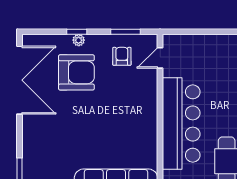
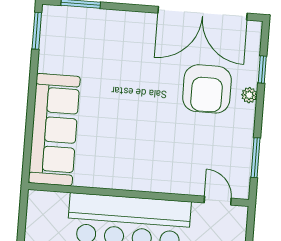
window: (77, 32) -> (262, 69), moved
armchair: (122, 56) -> (224, 150), removed

